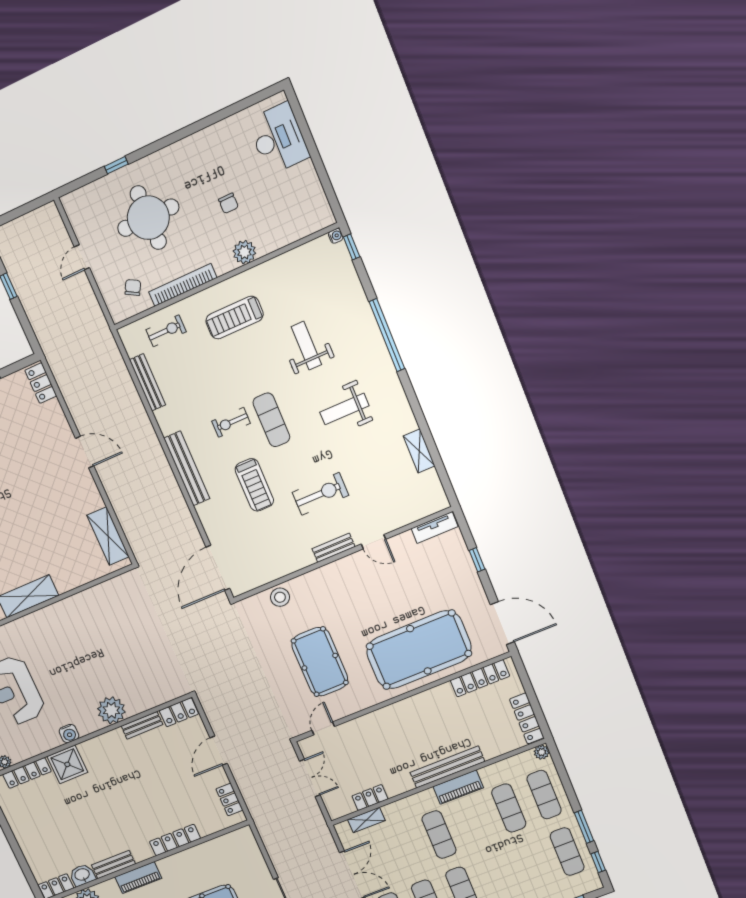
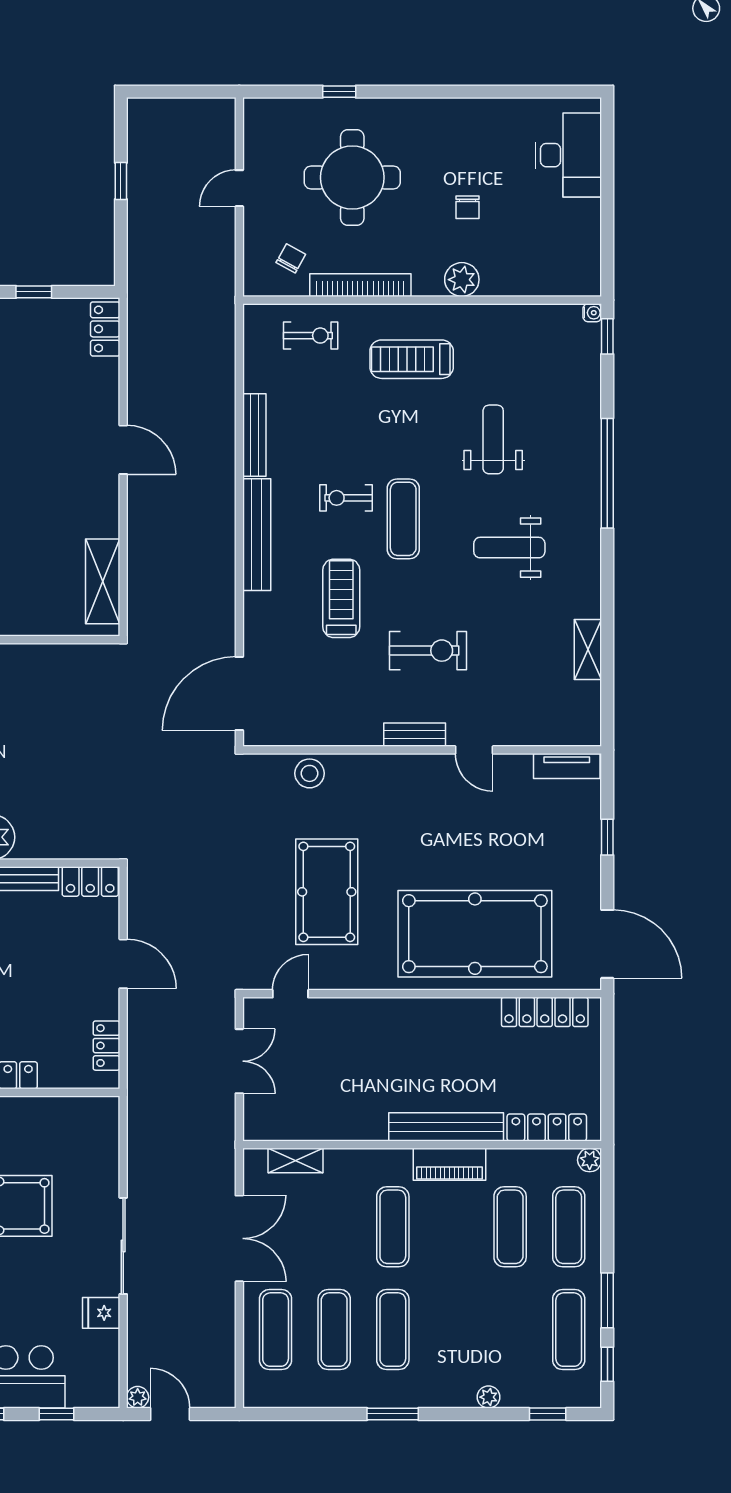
bench: (148, 382) -> (254, 435), moved
treadmill: (254, 485) -> (341, 598), turned 180
locker: (527, 718) -> (547, 1128), moved, turned 90
door: (219, 751) -> (123, 964), swing flipped
locker: (370, 798) -> (315, 1128), removed

